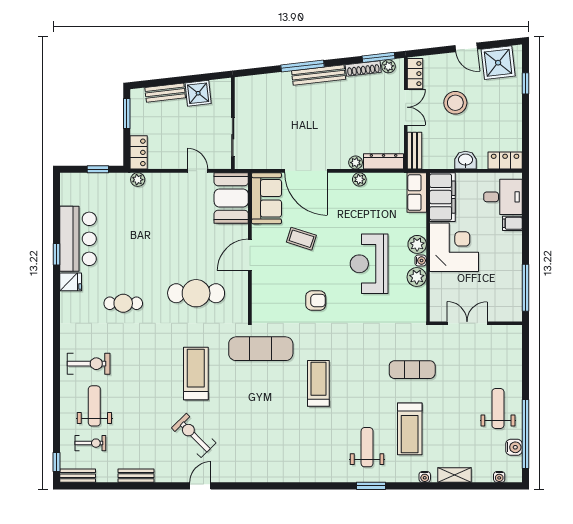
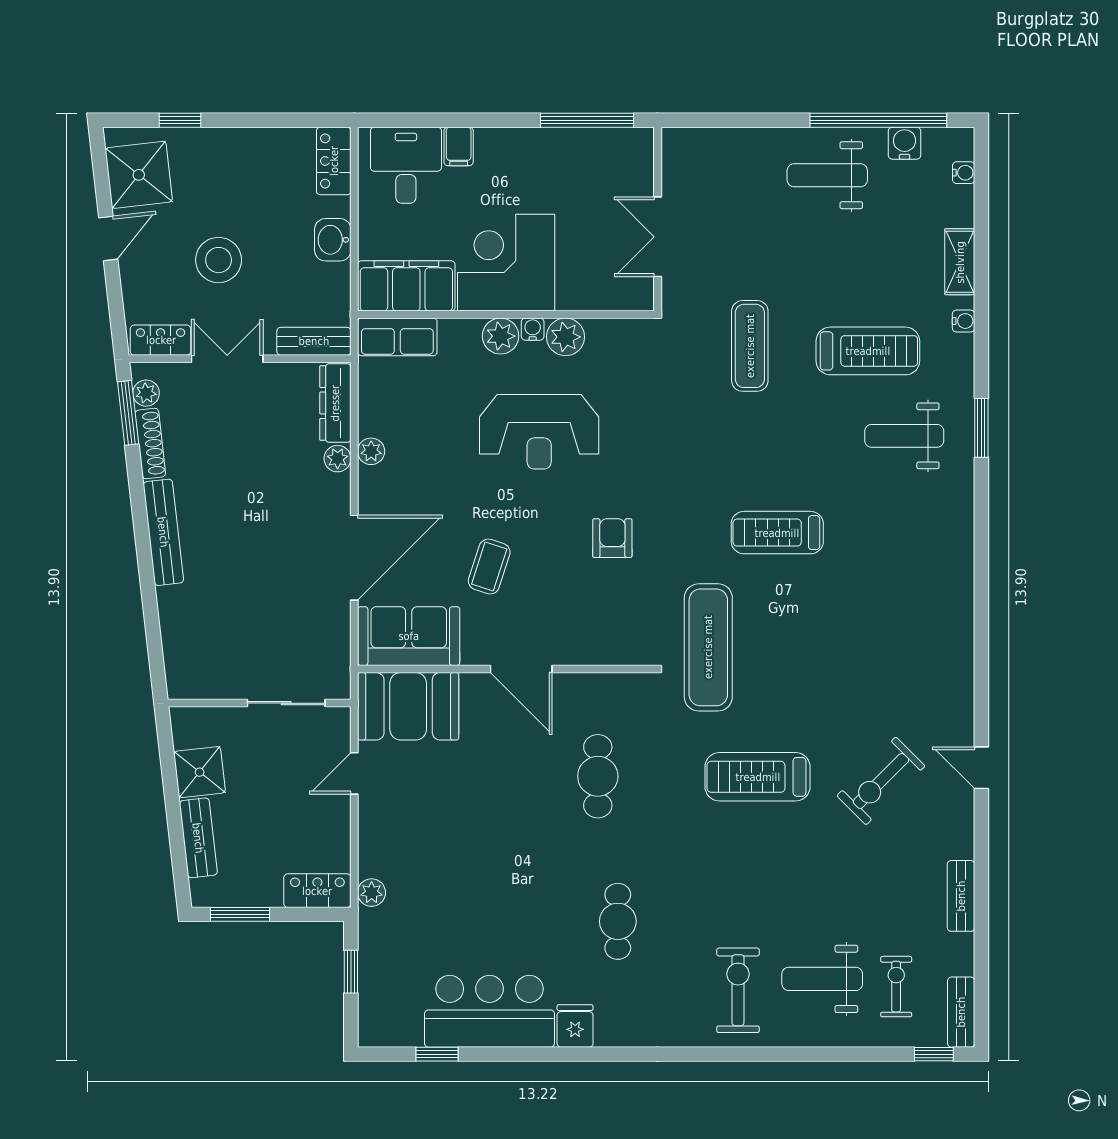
window: (302, 66) -> (145, 564), removed
window: (56, 254) -> (437, 1054), moved
cafe table: (196, 293) -> (598, 776), width x0.73, depth x0.74

